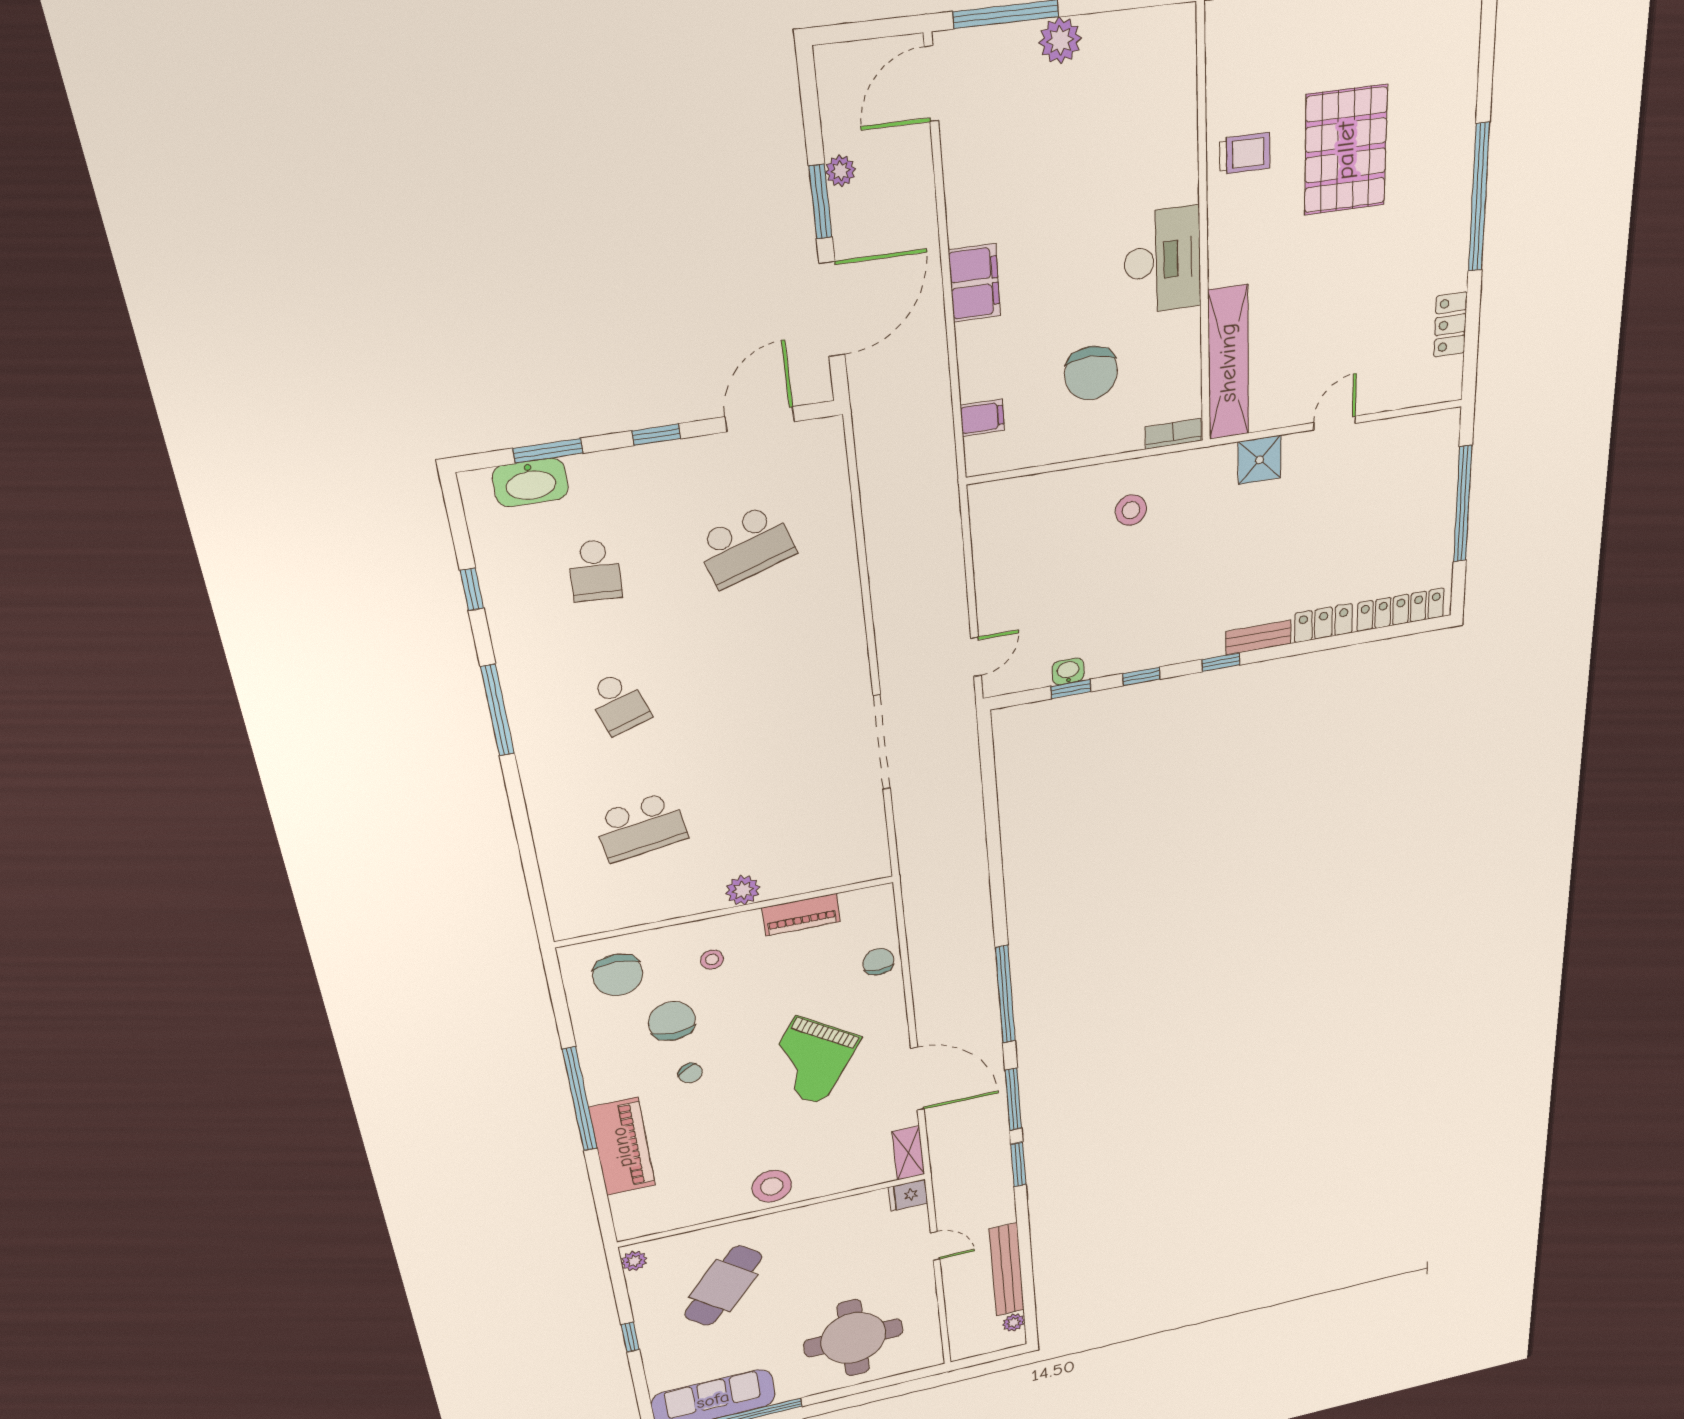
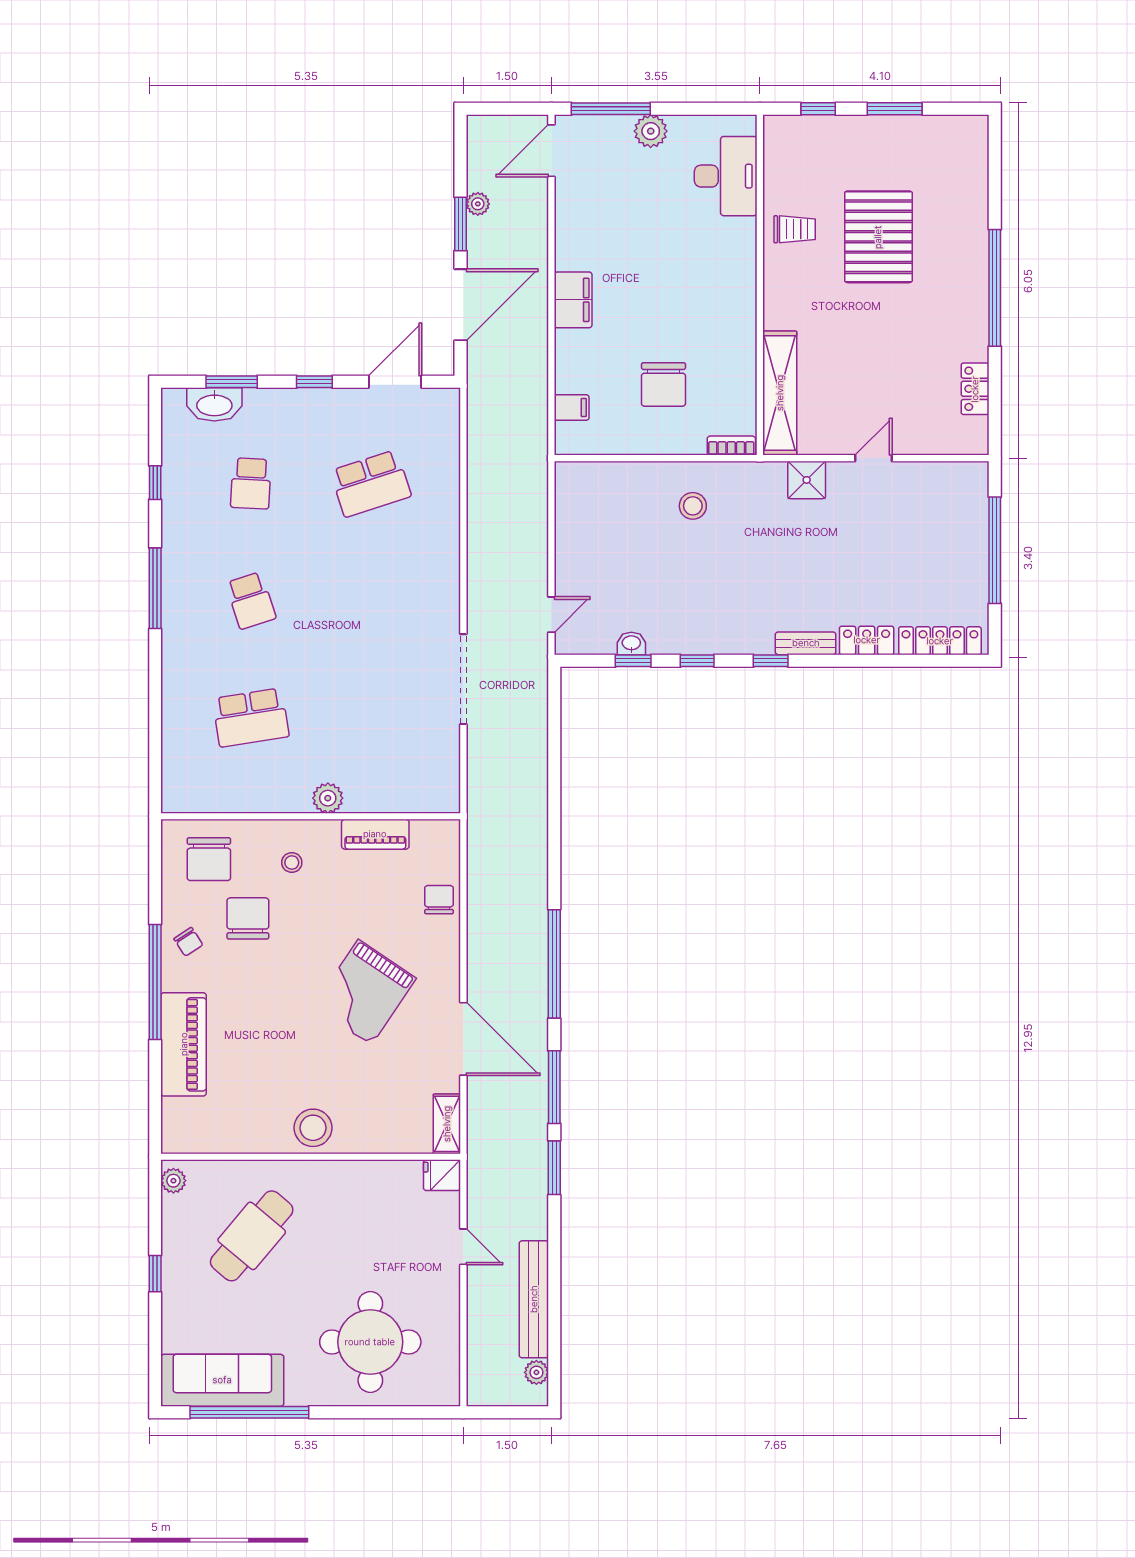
desk: (1162, 260) -> (726, 176), moved
chair: (690, 1073) -> (188, 942), moved

